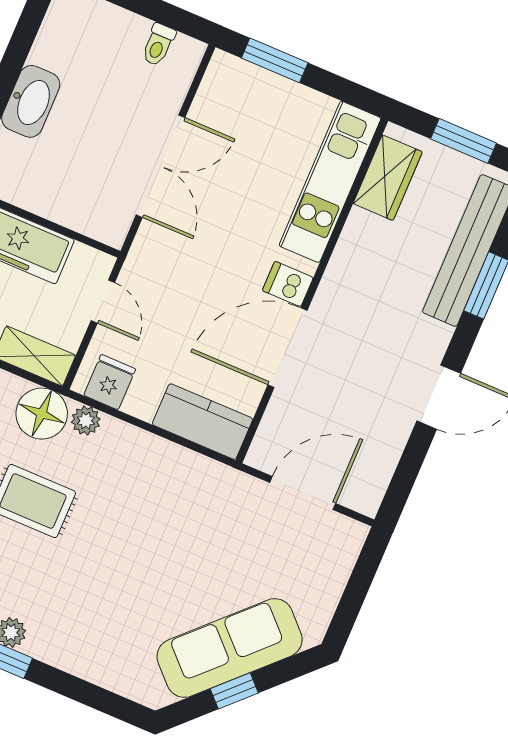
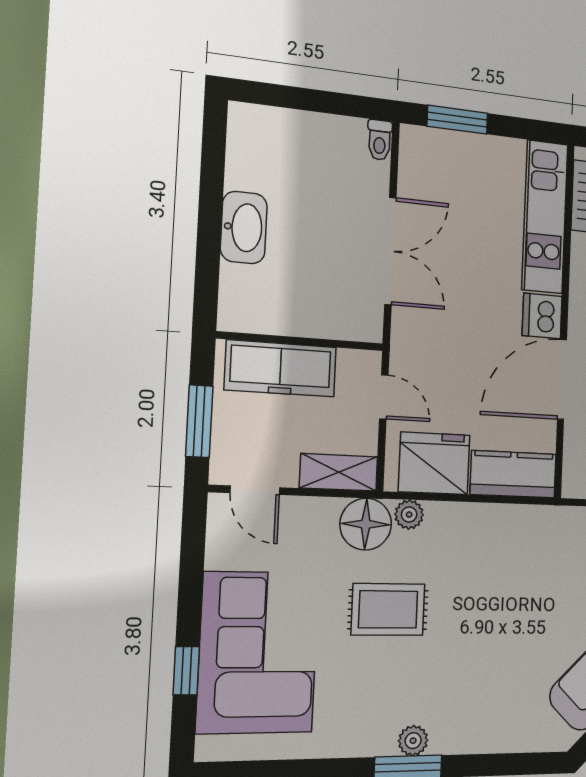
toilet: (158, 45) -> (380, 140), moved
dishwasher: (288, 284) -> (542, 316), width x1.38
fridge: (110, 382) -> (434, 463), width x1.88, depth x1.34

